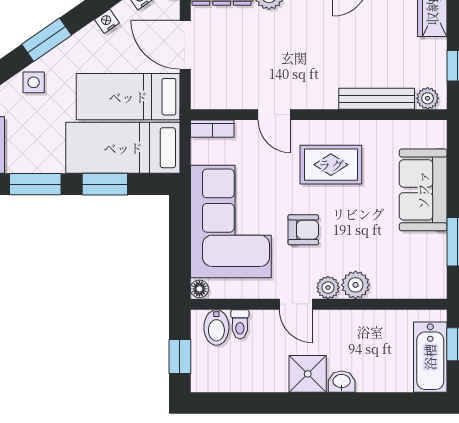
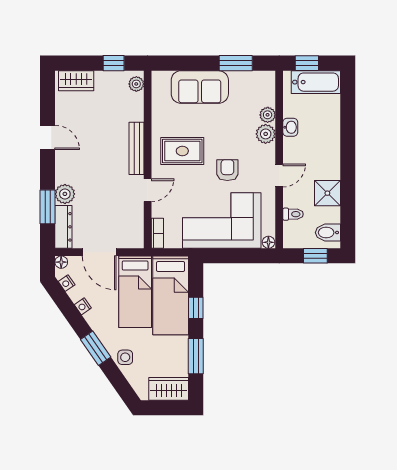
door: (185, 45) -> (99, 252), hinge flipped
bench: (377, 99) -> (137, 148), moved
rug: (331, 165) -> (182, 151), turned 90
window: (105, 184) -> (196, 308), width x0.67
plant: (328, 288) -> (268, 115), moved
bidet: (216, 327) -> (328, 233), moved, turned 180
shower: (308, 374) -> (327, 193), moved
washbasin: (342, 382) -> (290, 127), moved, turned 180

